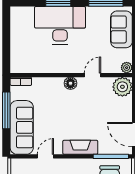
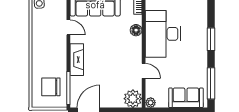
desk: (60, 25) -> (163, 34), moved, turned 180
floor lamp: (70, 83) -> (136, 30), moved

